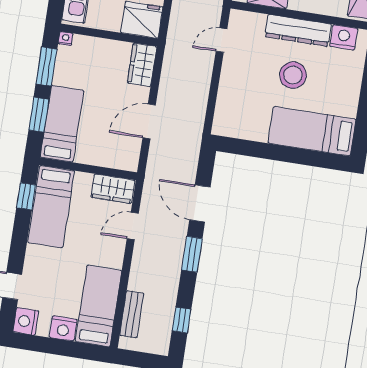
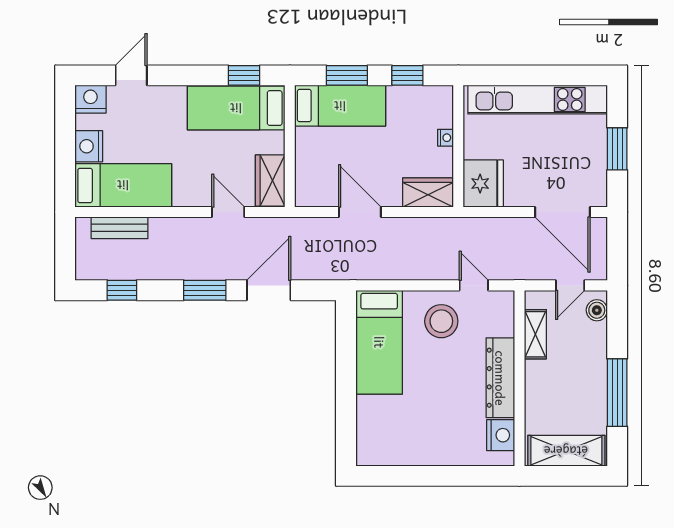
nightstand: (66, 39) -> (446, 138), moved
window: (46, 67) -> (407, 75), width x0.67
stool: (293, 75) -> (441, 321), moved
bed: (312, 131) -> (379, 342), moved, turned 180

